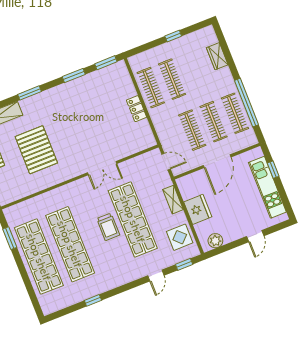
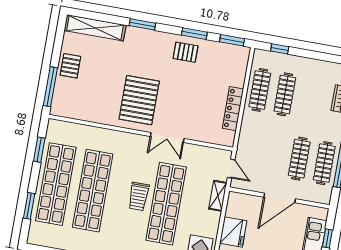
window: (173, 36) -> (280, 49), moved
pallet: (76, 94) -> (186, 52), added
locker: (137, 109) -> (233, 109), width x1.53
clothes rail: (192, 130) -> (274, 154), removed
pallet: (36, 150) -> (139, 100), moved
shelving: (173, 200) -> (218, 196), moved
window: (29, 286) -> (29, 206), added

